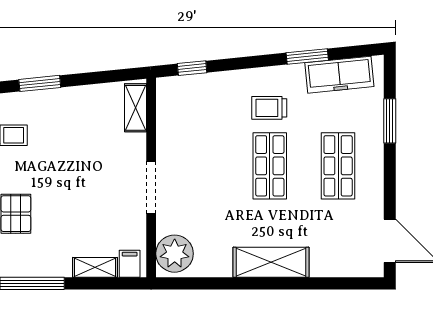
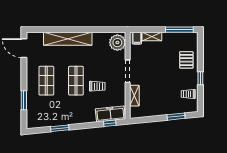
freezer: (339, 75) -> (110, 114), moved
shelving: (135, 108) -> (134, 96), moved
trolley: (269, 108) -> (97, 86), moved
shelving: (271, 262) -> (68, 39), width x1.47

